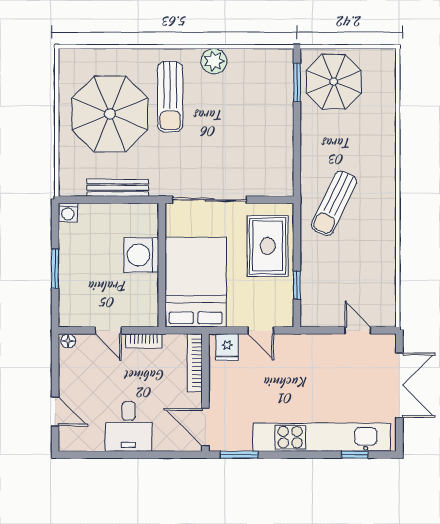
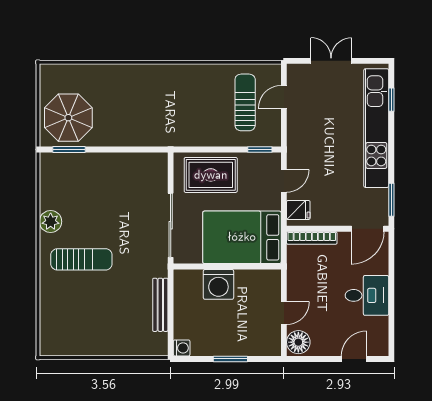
parasol: (110, 114) -> (96, 312), removed
sun lounger: (334, 203) -> (245, 102), moved, turned -116
window: (297, 285) -> (260, 150), moved
floor lamp: (68, 341) -> (298, 342), width x1.89, depth x1.89
bookcase: (144, 341) -> (293, 282), removed
double door: (399, 385) -> (331, 61), width x0.73

